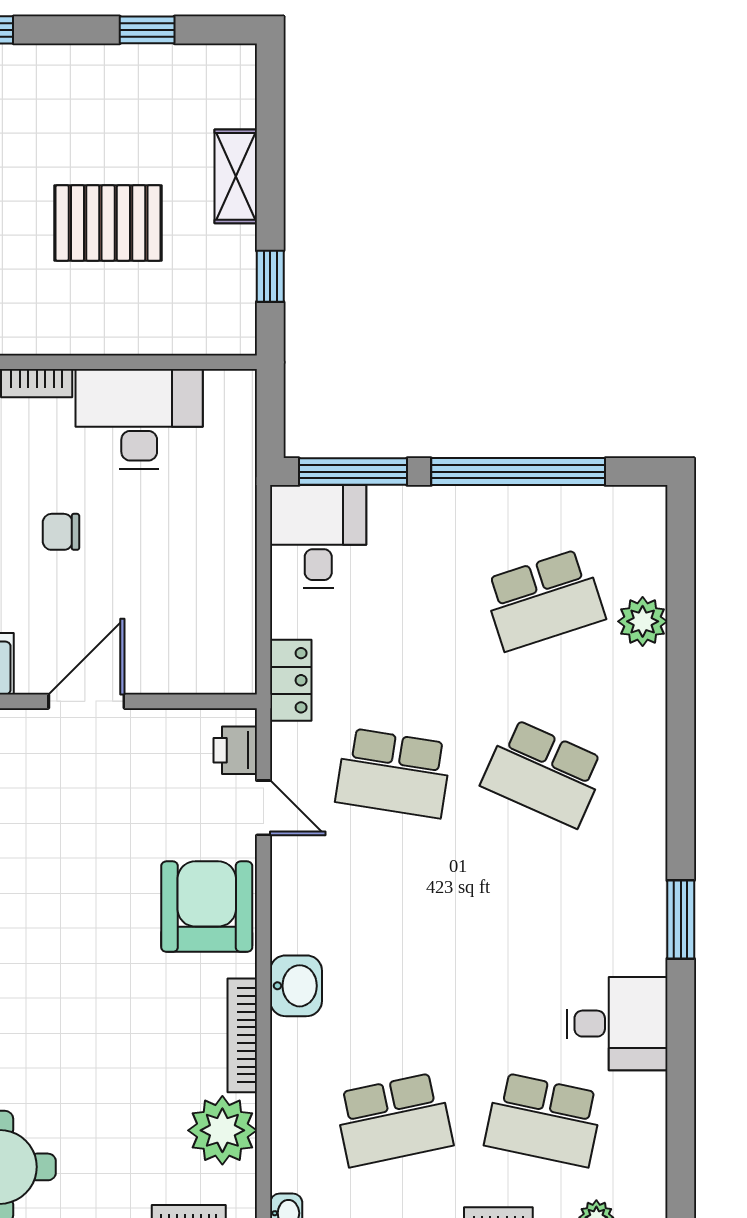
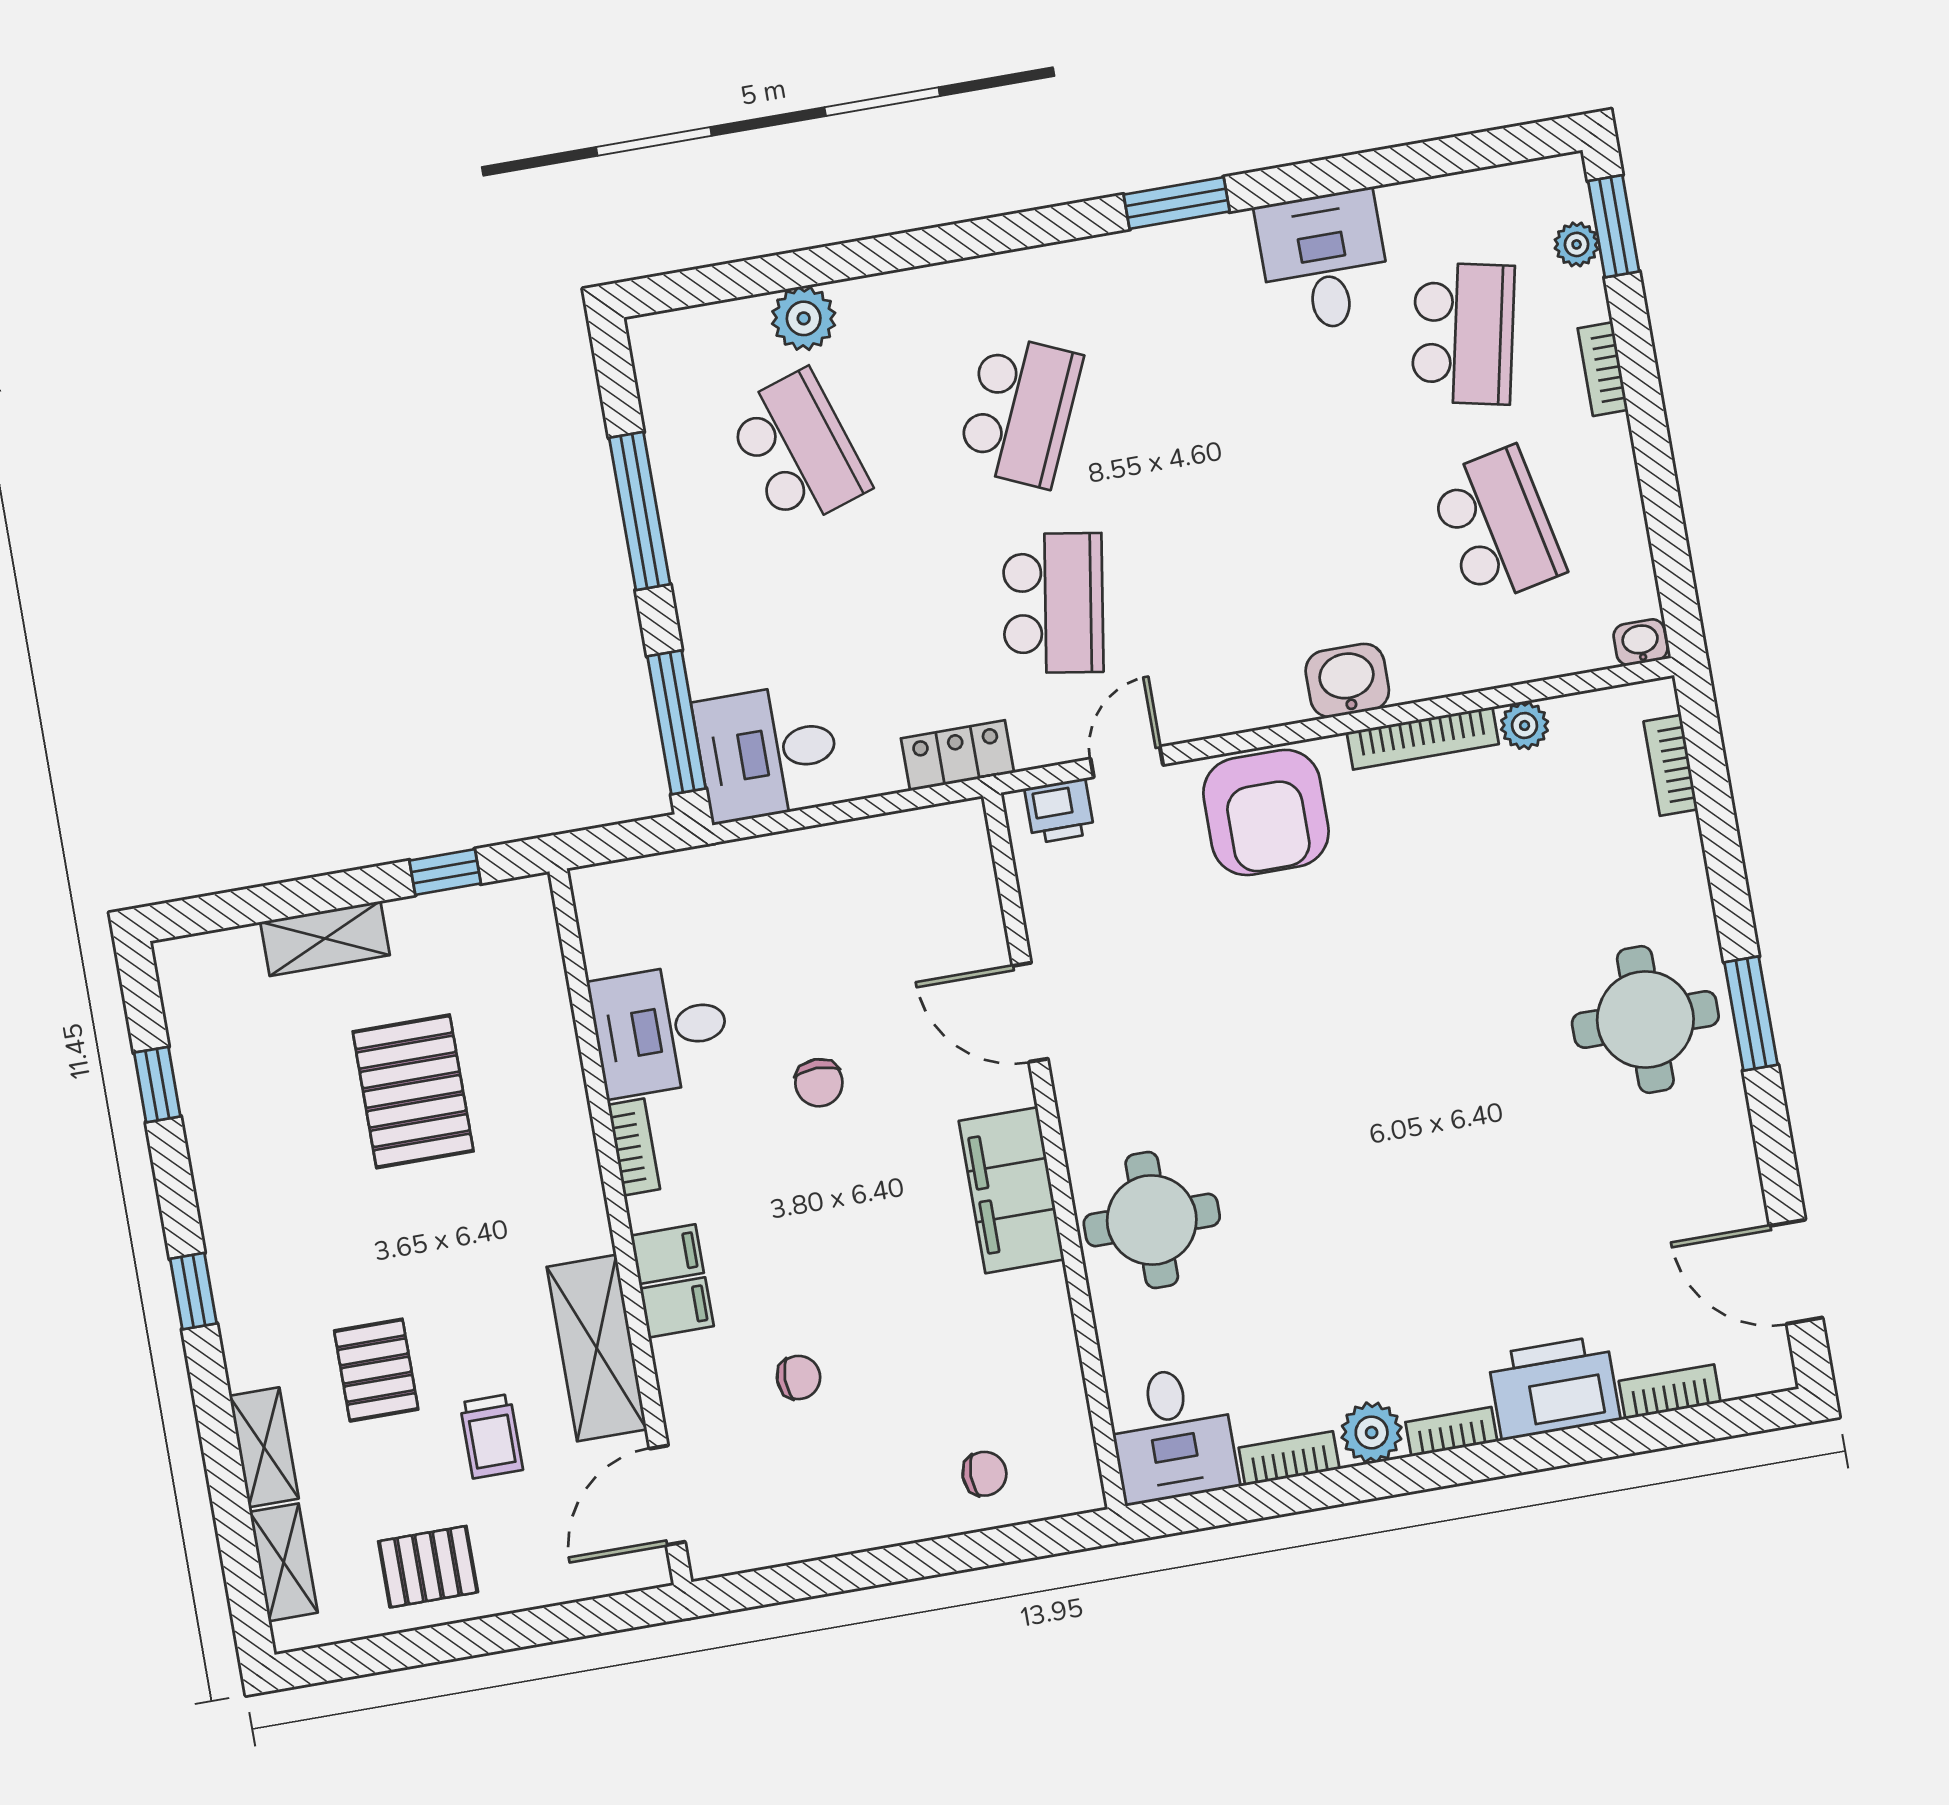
desk: (139, 419) -> (661, 1030), width x0.73
window: (518, 472) -> (640, 511), width x0.68
armchair: (207, 907) -> (1266, 812), turned -90
plant: (222, 1130) -> (1525, 725), width x0.53, depth x0.53

